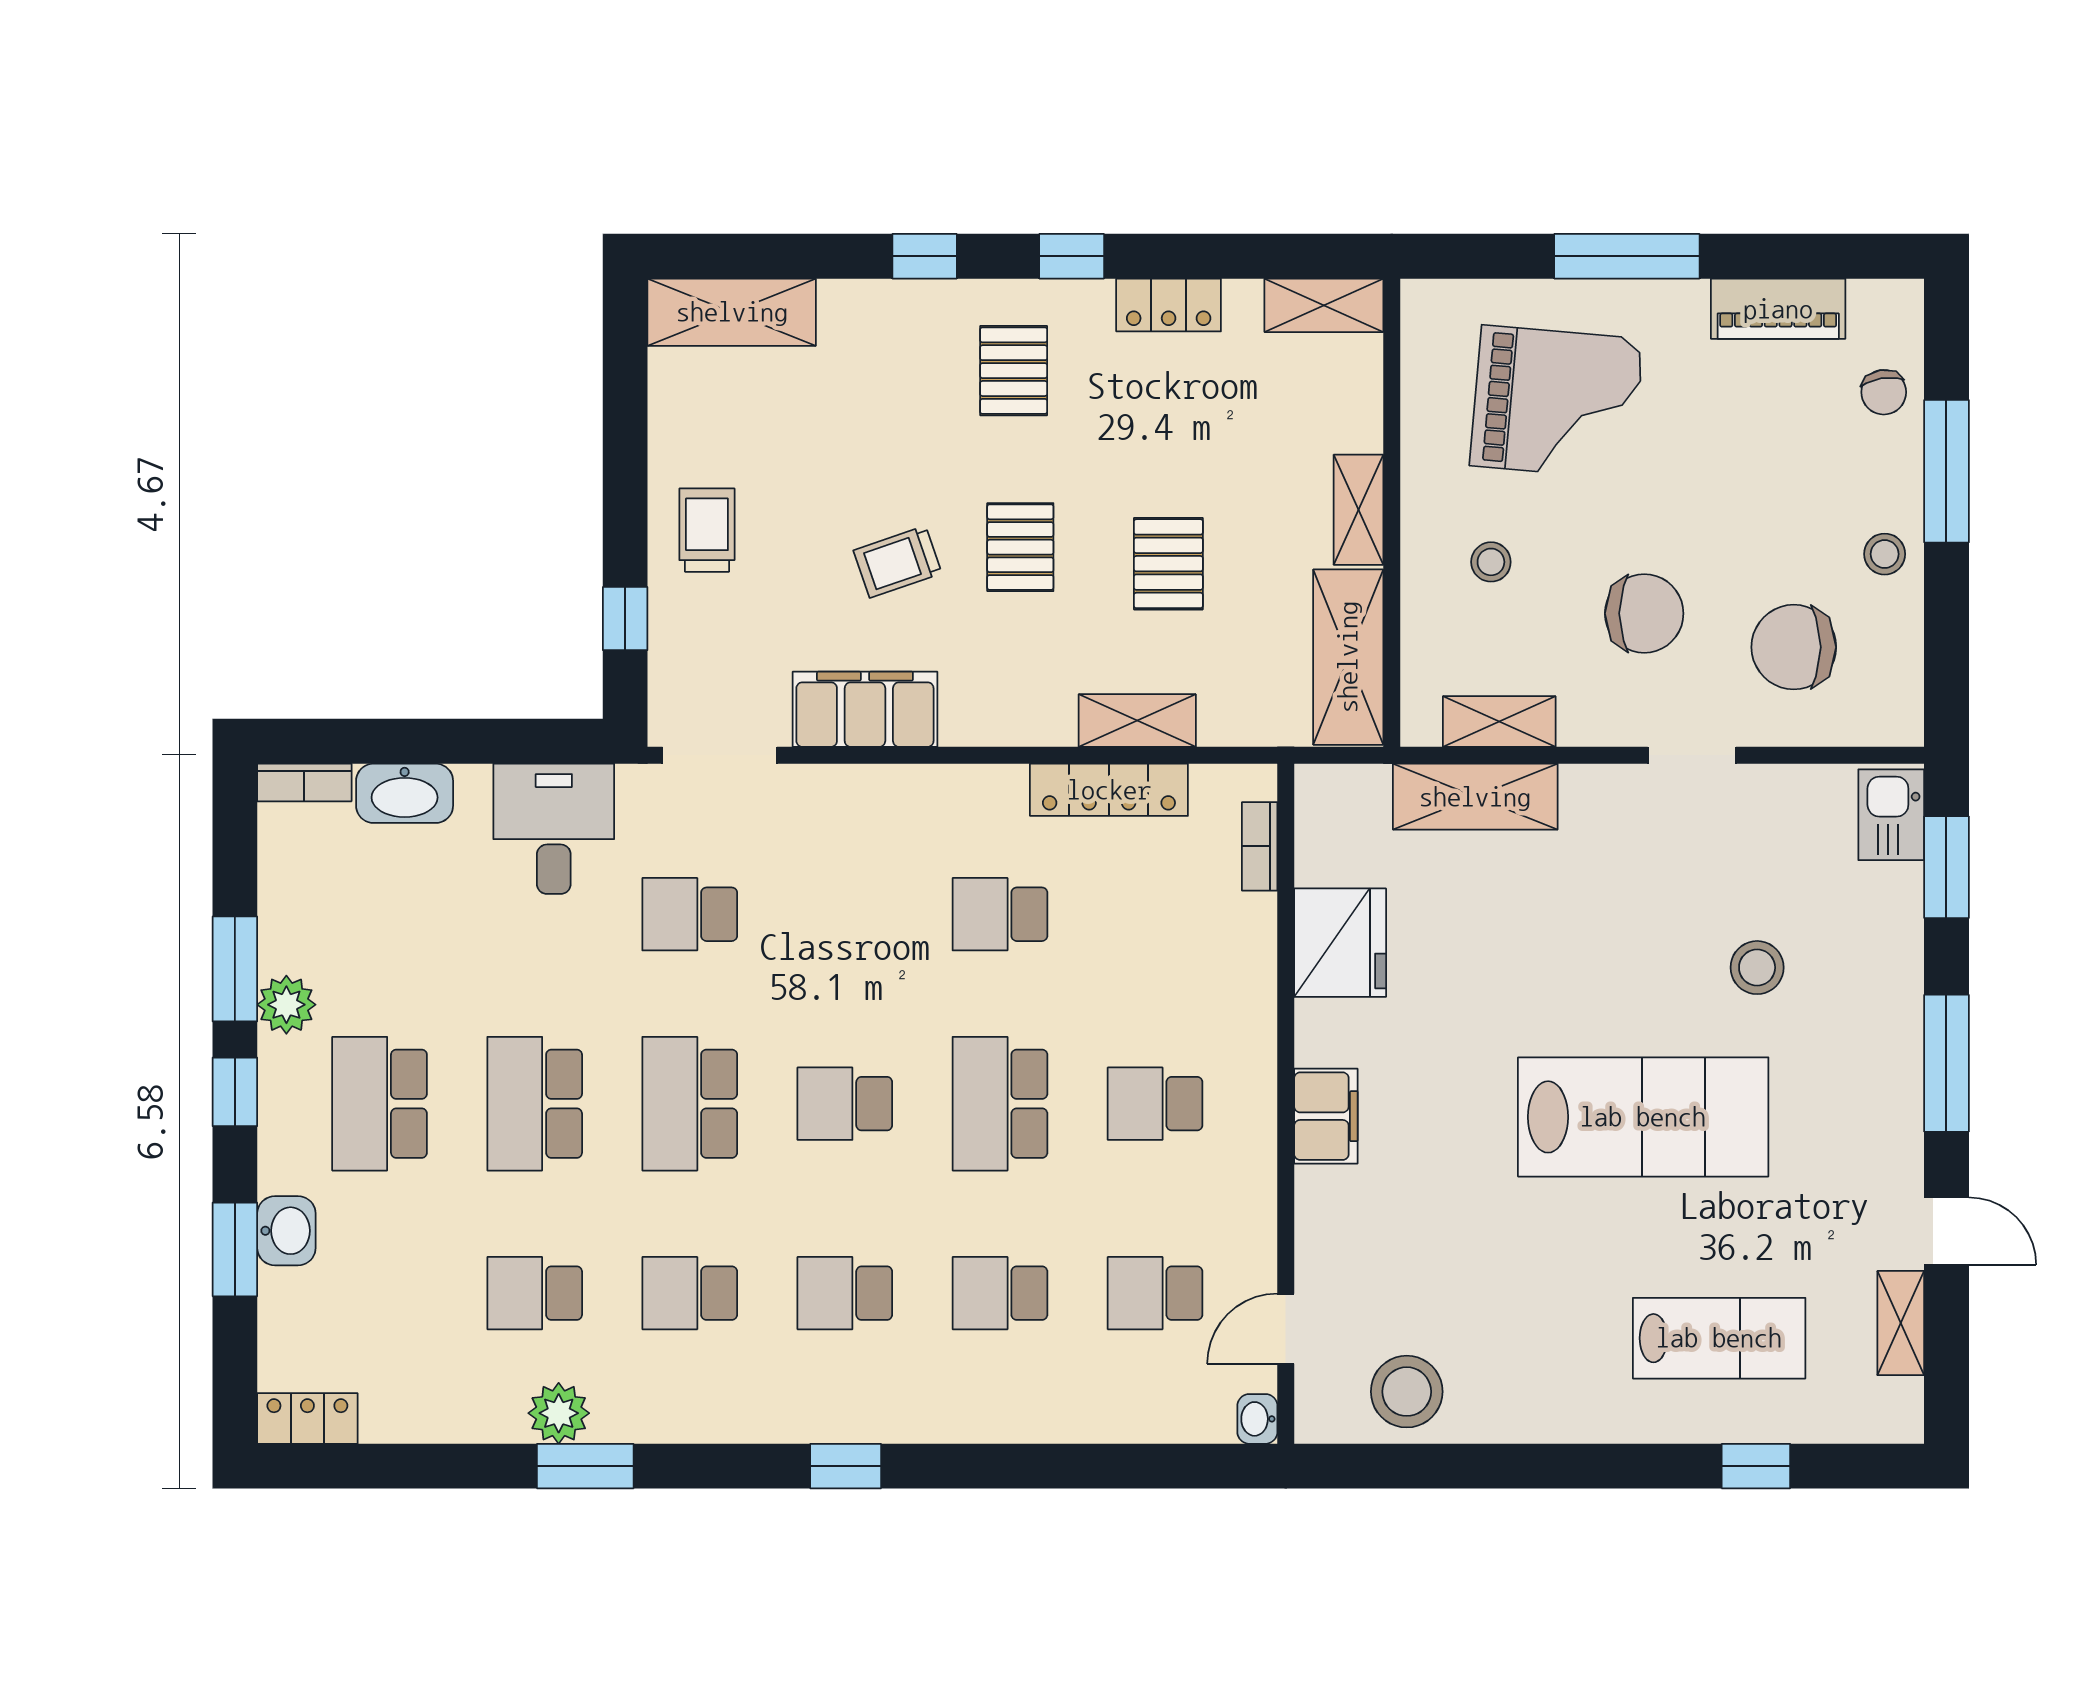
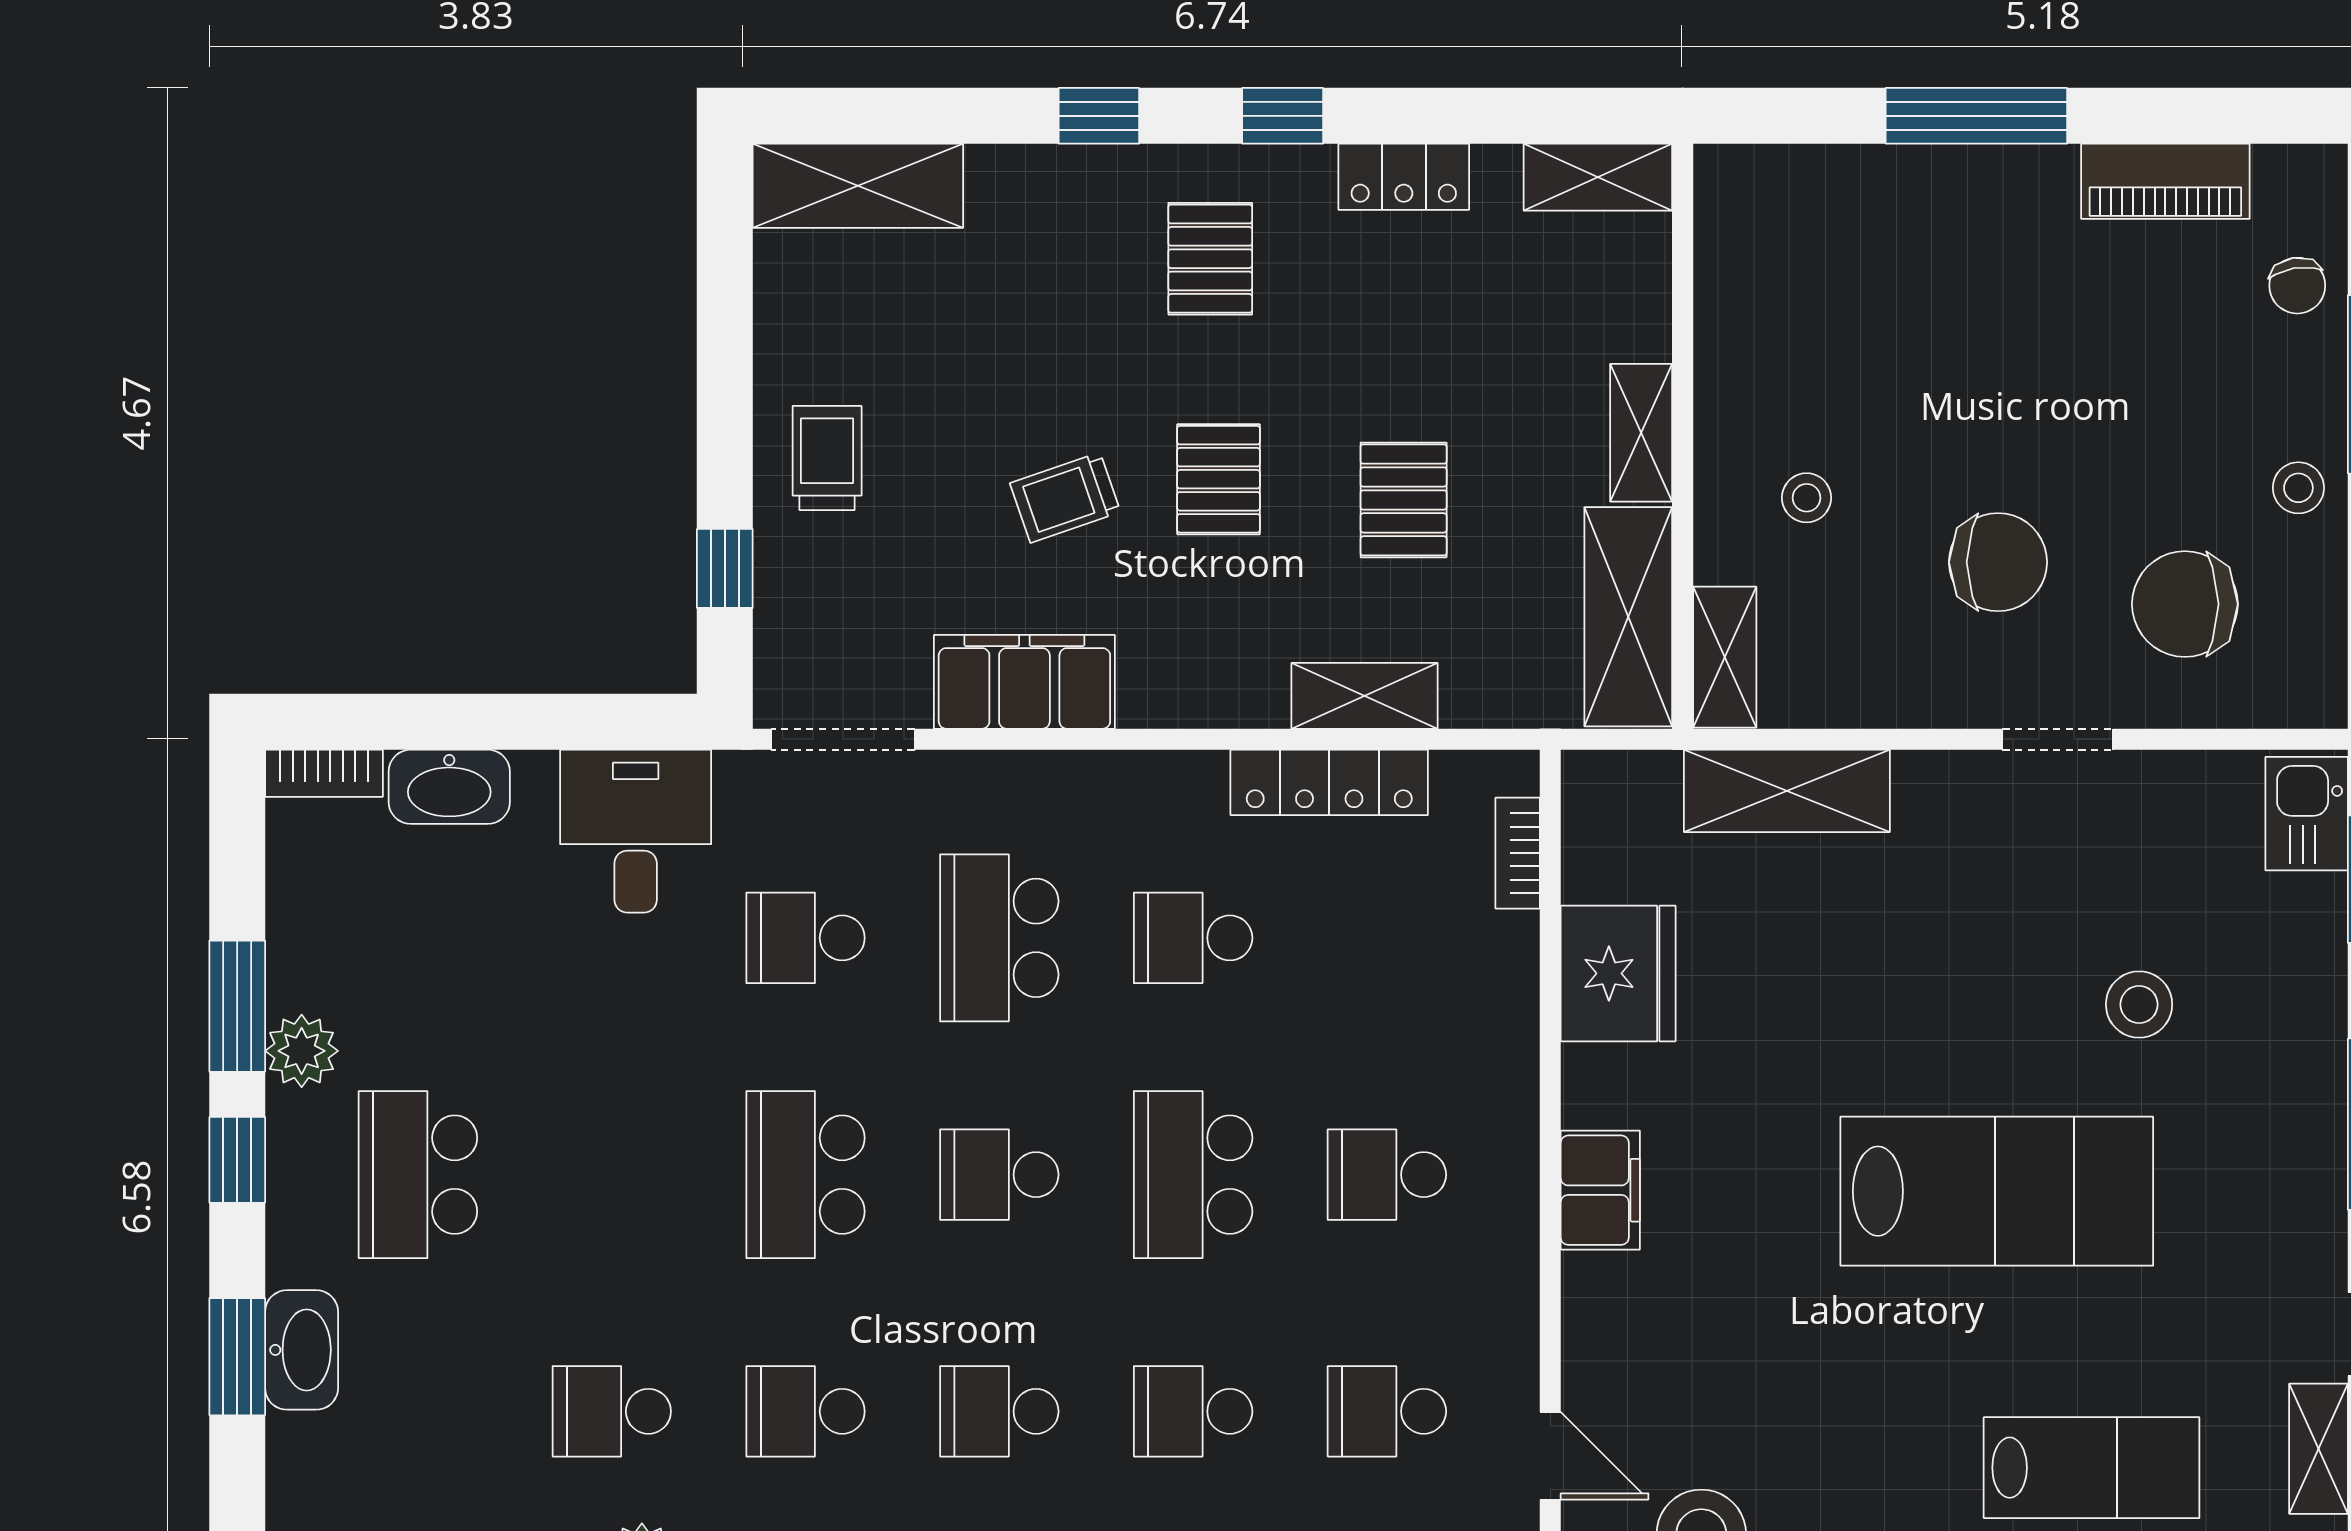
grand piano: (1557, 402) -> (1889, 298), removed
shelving: (1499, 722) -> (1725, 657), moved, turned 90
school desk: (535, 1104) -> (999, 938), moved
washbasin: (286, 1231) -> (302, 1350), width x1.38
door: (1286, 1329) -> (1550, 1456), swing flipped

